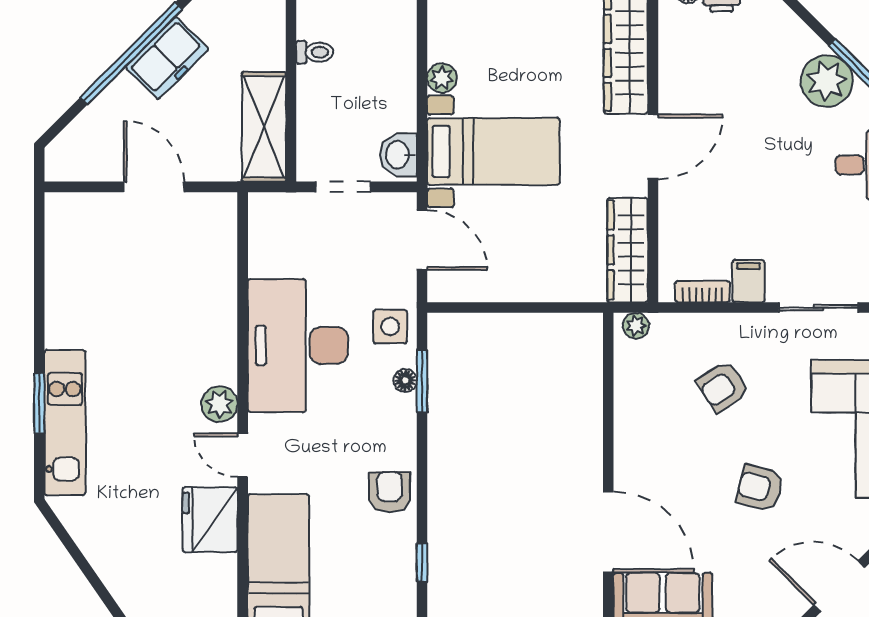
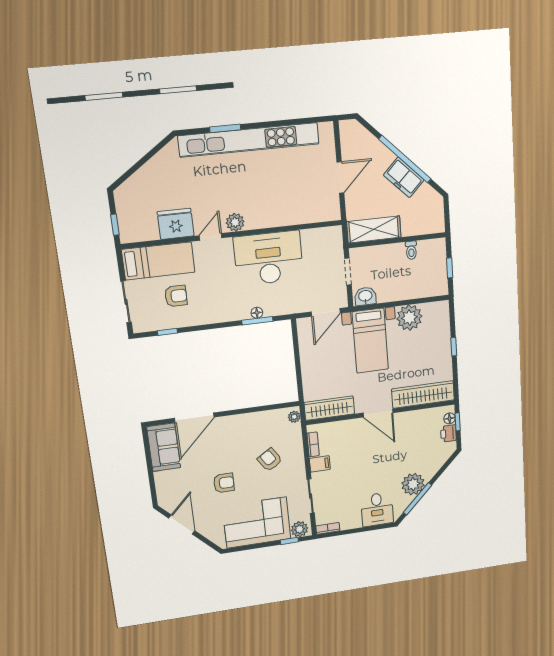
plant: (442, 78) -> (409, 318), width x1.88, depth x1.88
side table: (390, 327) -> (282, 302), removed
kitchen unit: (65, 423) -> (249, 140), width x1.86
armchair: (760, 488) -> (224, 483), turned 75
armchair: (390, 492) -> (176, 296), moved

